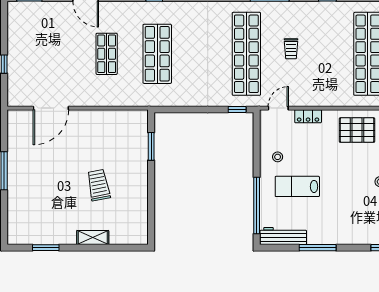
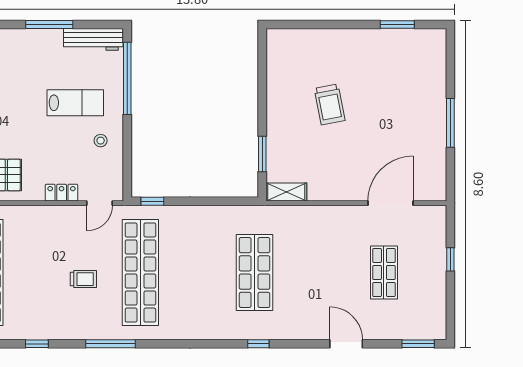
trolley: (291, 49) -> (83, 279), turned 90
shop shelf: (107, 54) -> (384, 273), moved
shelving: (93, 238) -> (286, 192), moved

